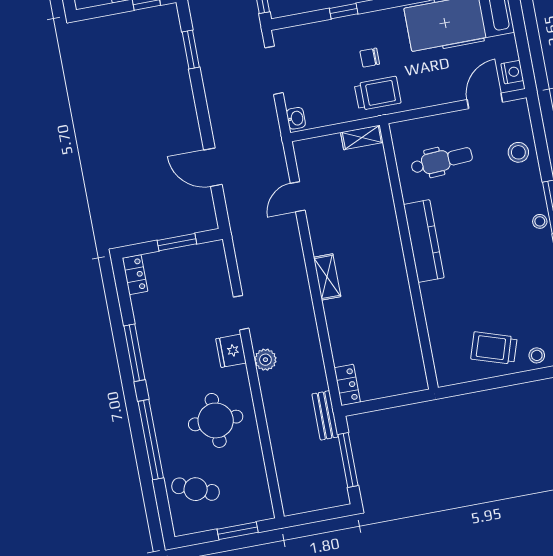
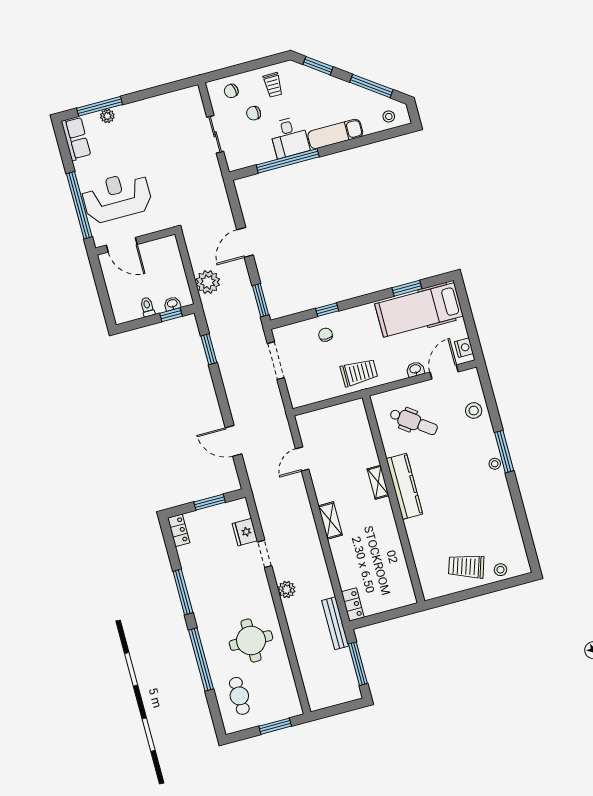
chair: (370, 58) -> (326, 335), moved, turned 90
washbasin: (296, 118) -> (415, 369), moved, turned -90
shelving: (362, 137) -> (378, 482), moved, turned 90
dental chair: (442, 161) -> (414, 422), turned 39
fridge: (231, 351) -> (245, 532), moved
bench: (325, 415) -> (335, 623), width x1.36
cafe table: (196, 489) -> (239, 696), turned 68

